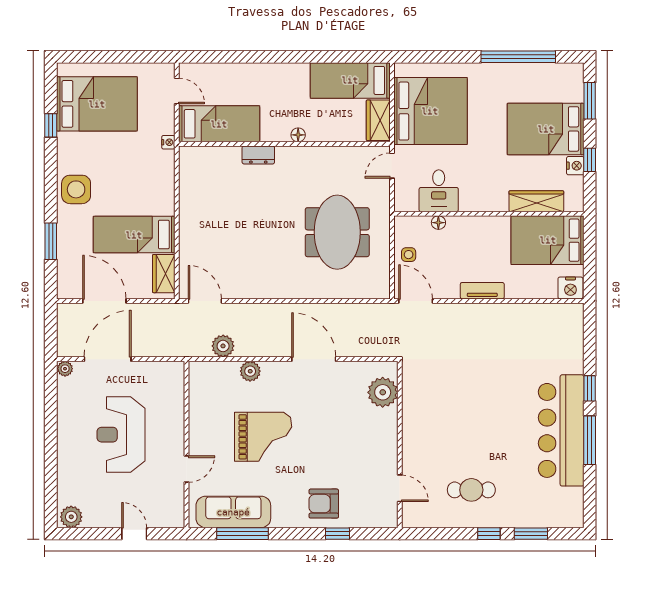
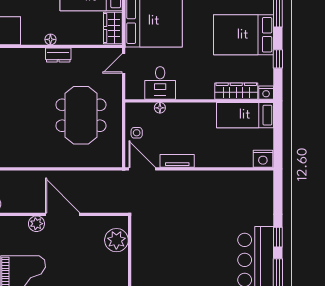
dresser: (258, 155) -> (58, 55), moved
nightstand: (575, 166) -> (266, 93), moved, turned 90
bed: (548, 240) -> (245, 115), width x0.67
tv unit: (482, 291) -> (177, 161), moved
plant: (250, 371) -> (36, 224), moved

